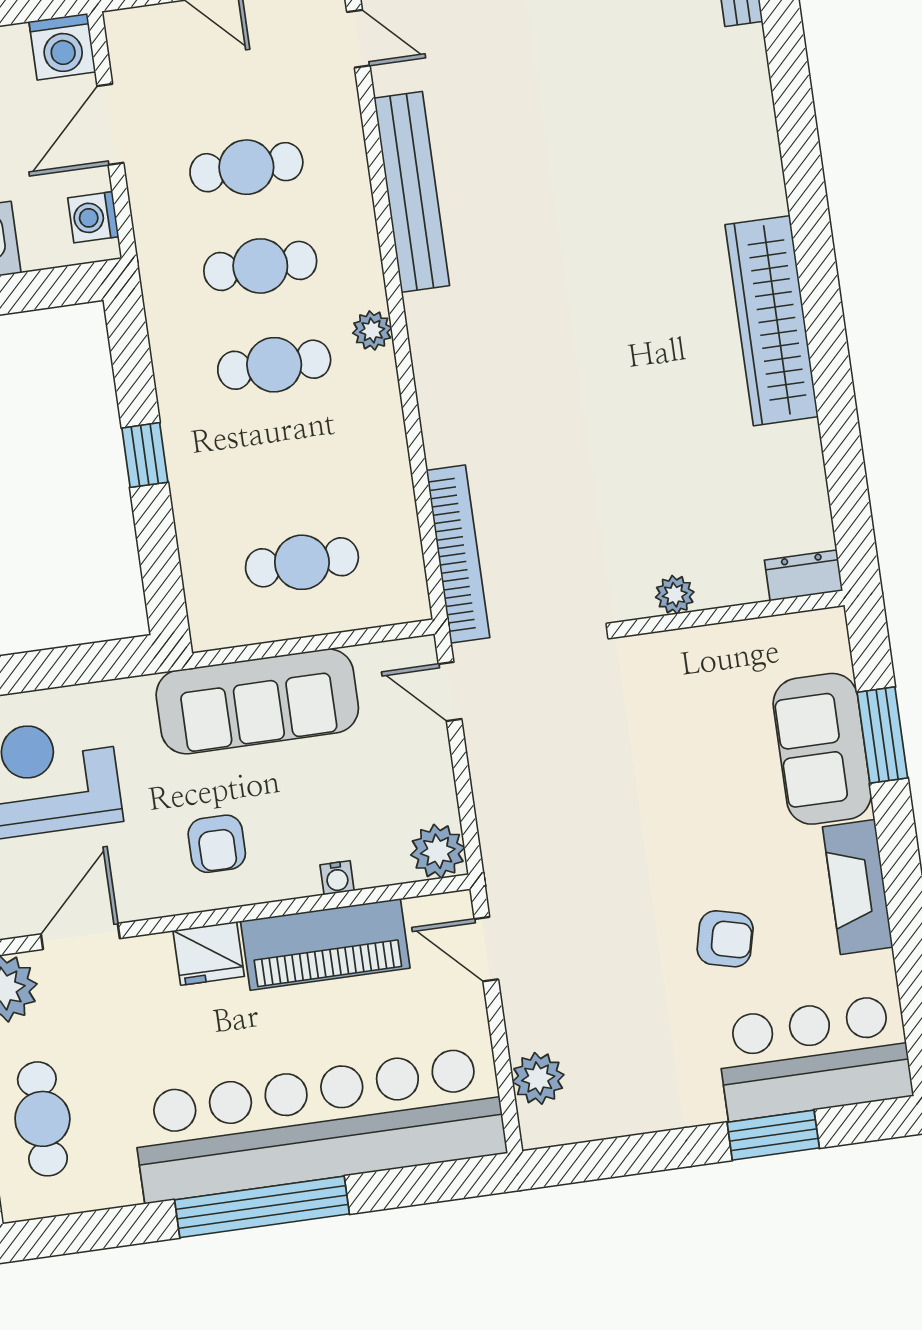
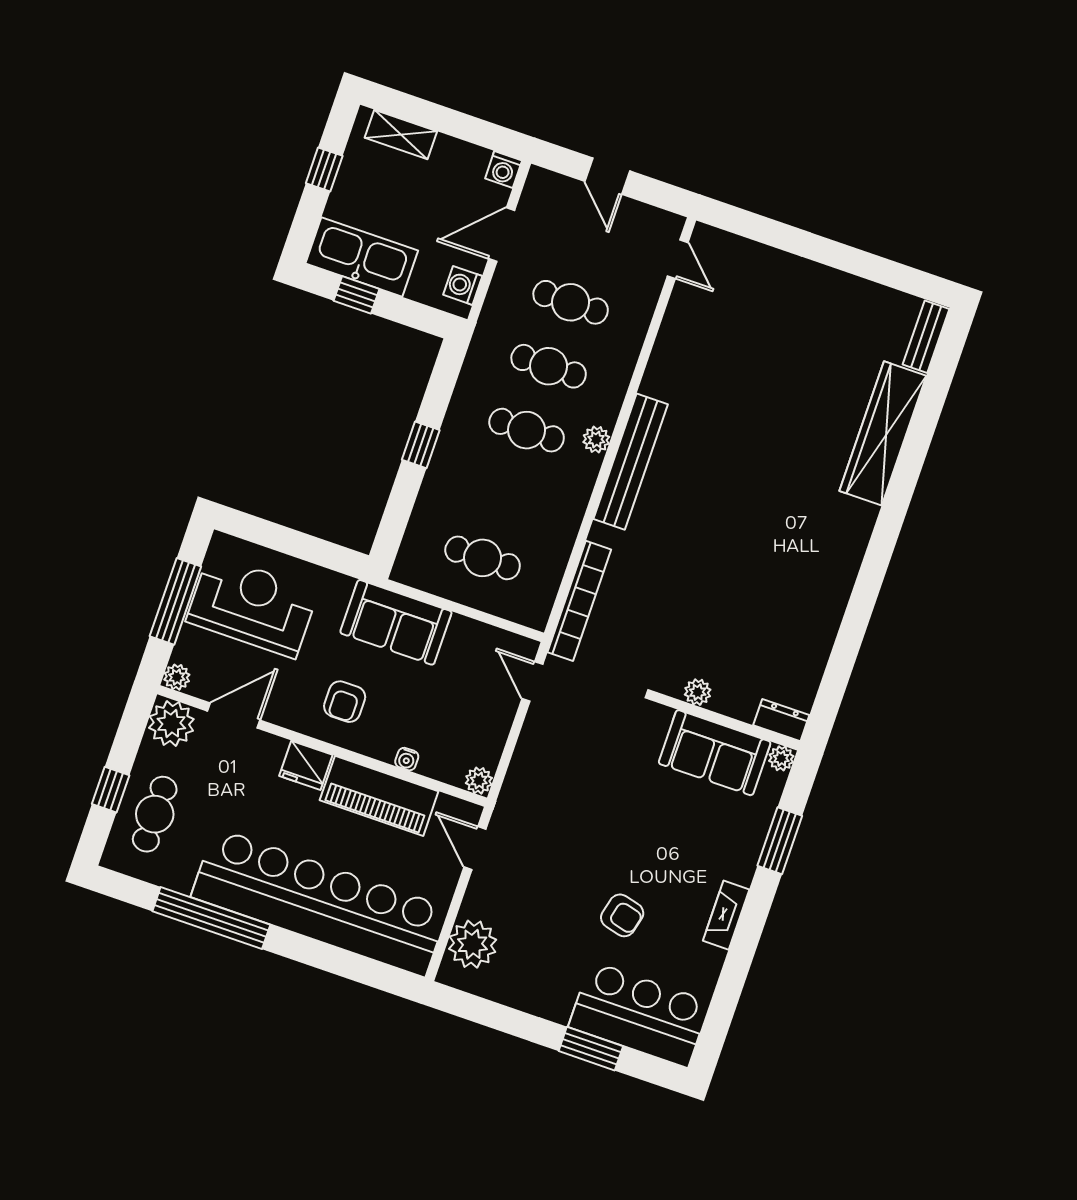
washing machine: (62, 47) -> (504, 169), width x0.73, depth x0.73
bench: (412, 192) -> (631, 462), moved
wardrobe: (772, 321) -> (883, 433), moved
plant: (829, 626) -> (781, 758), added
sofa: (257, 701) -> (396, 622), width x0.73
sofa: (822, 749) -> (715, 753), moved, turned -90
plant: (438, 851) -> (479, 781), width x0.73, depth x0.73
fireplace: (858, 887) -> (726, 915), width x0.73, depth x0.76
plant: (538, 1078) -> (473, 944), width x1.36, depth x1.36
window: (262, 1207) -> (211, 918), moved

